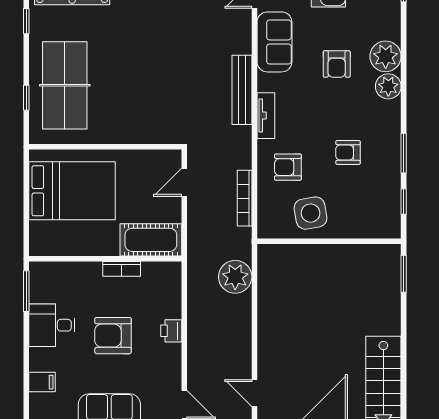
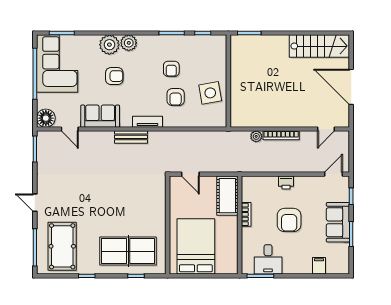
bench: (242, 90) -> (131, 137), width x0.73
armchair: (288, 167) -> (176, 97), moved
bookcase: (245, 198) -> (281, 135), moved
plant: (235, 277) -> (256, 136), width x0.53, depth x0.53
desk: (52, 325) -> (268, 259), moved

